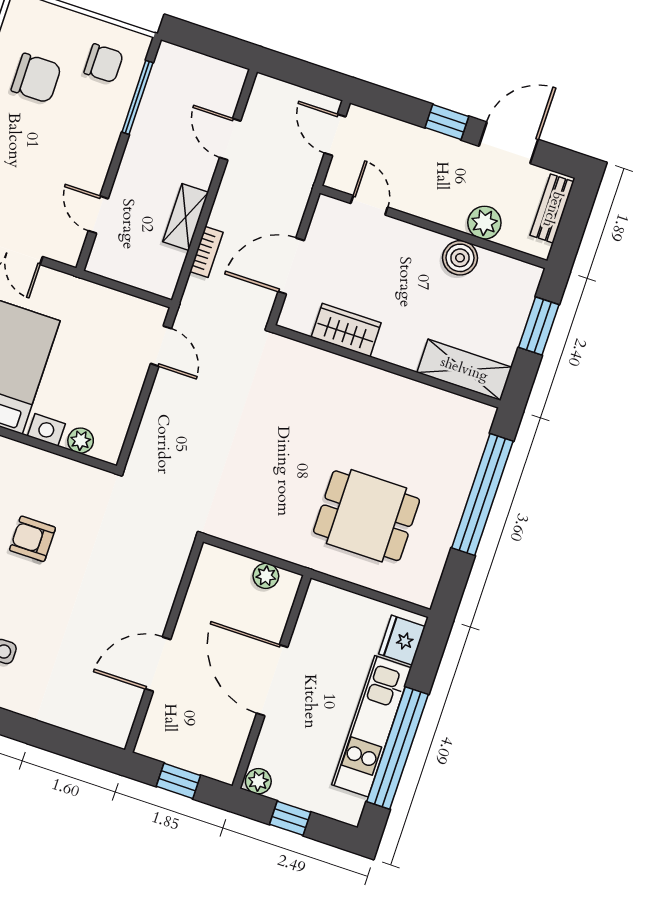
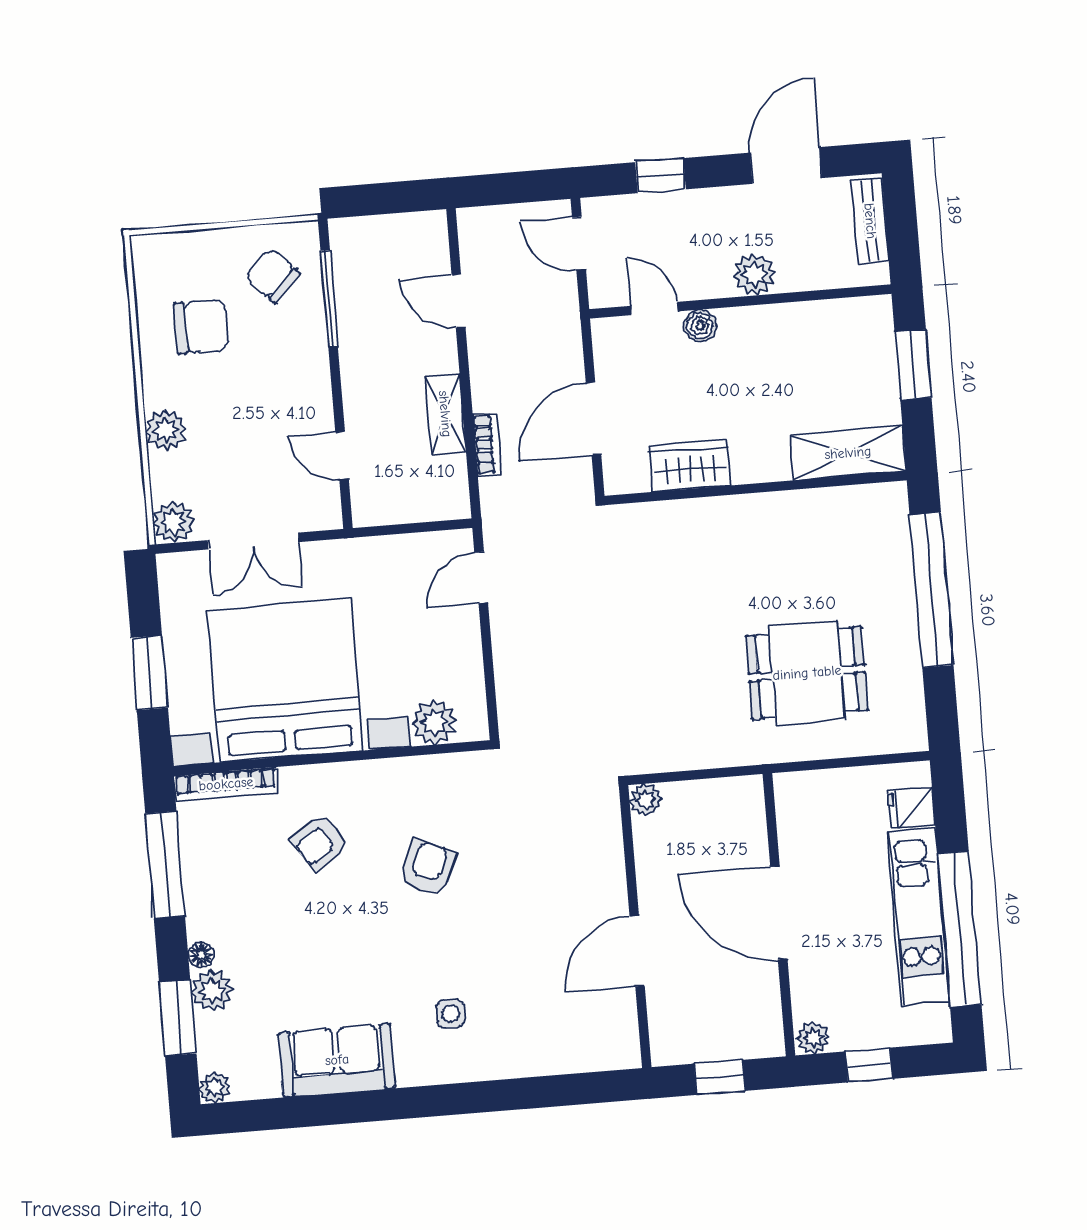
chair: (104, 63) -> (272, 275), turned -135
window: (447, 122) -> (661, 176), moved
plant: (484, 223) -> (754, 275), moved
boiler: (460, 258) -> (700, 326), moved, width x0.73, depth x0.73
door: (161, 346) -> (481, 577), swing flipped
plant: (81, 441) -> (434, 722), width x1.38, depth x1.38
armchair: (32, 539) -> (428, 867), turned 113
plant: (266, 576) -> (646, 800), moved
fridge: (402, 640) -> (911, 808), width x0.72

